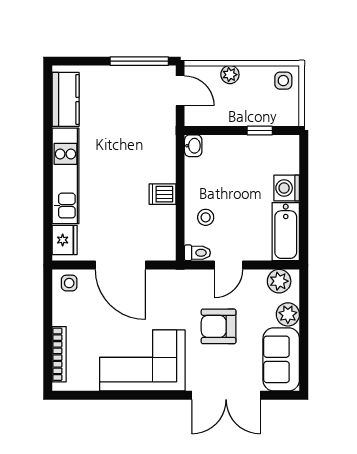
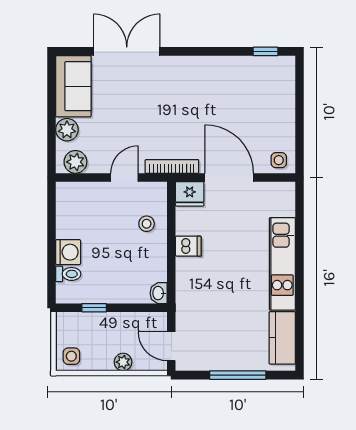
window: (139, 61) -> (238, 375), moved
bathtub: (286, 232) -> (69, 210), removed
fridge: (65, 240) -> (190, 194), moved, turned -90
toilet: (197, 253) -> (68, 274), moved, turned 180
armchair: (219, 326) -> (134, 118), removed
bookcase: (59, 354) -> (172, 166), moved, turned 90
corner sofa: (142, 360) -> (208, 85), removed
window: (83, 395) -> (266, 51), added

